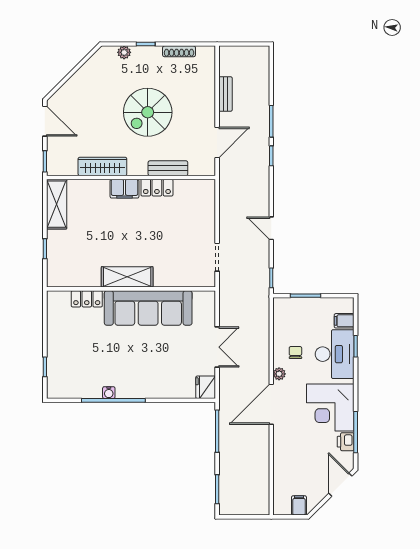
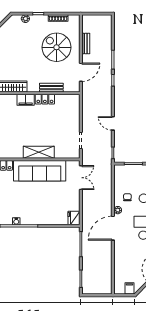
spiral stairs: (148, 112) -> (57, 47), moved, turned 90
shelving: (127, 277) -> (39, 152), moved
double door: (217, 347) -> (81, 178), moved

